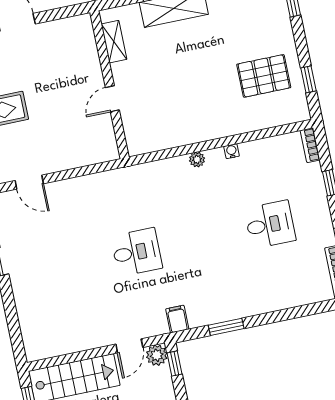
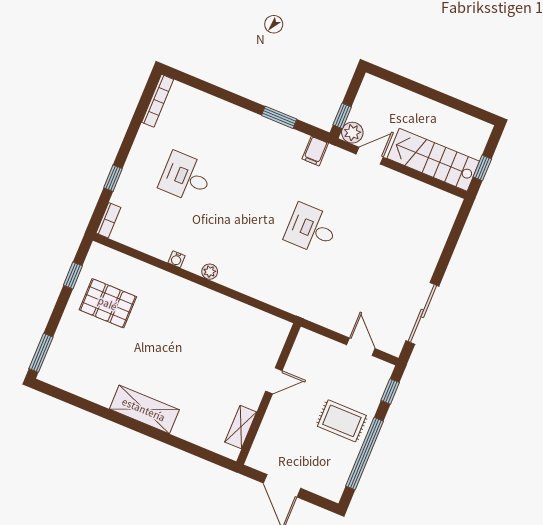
shelving: (114, 42) -> (241, 427), moved
wall: (109, 85) -> (269, 394), moved
door: (112, 99) -> (274, 381), moved

